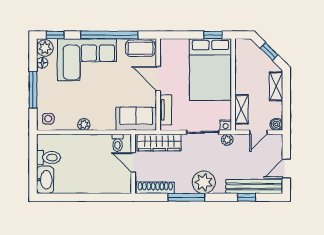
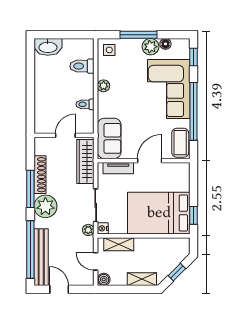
plant: (45, 48) -> (150, 47), moved
toilet: (117, 143) -> (85, 104), moved
toilet: (49, 157) -> (82, 66), moved, turned 90
shoe rack: (155, 188) -> (40, 175), moved
window: (247, 197) -> (30, 250), width x3.17

